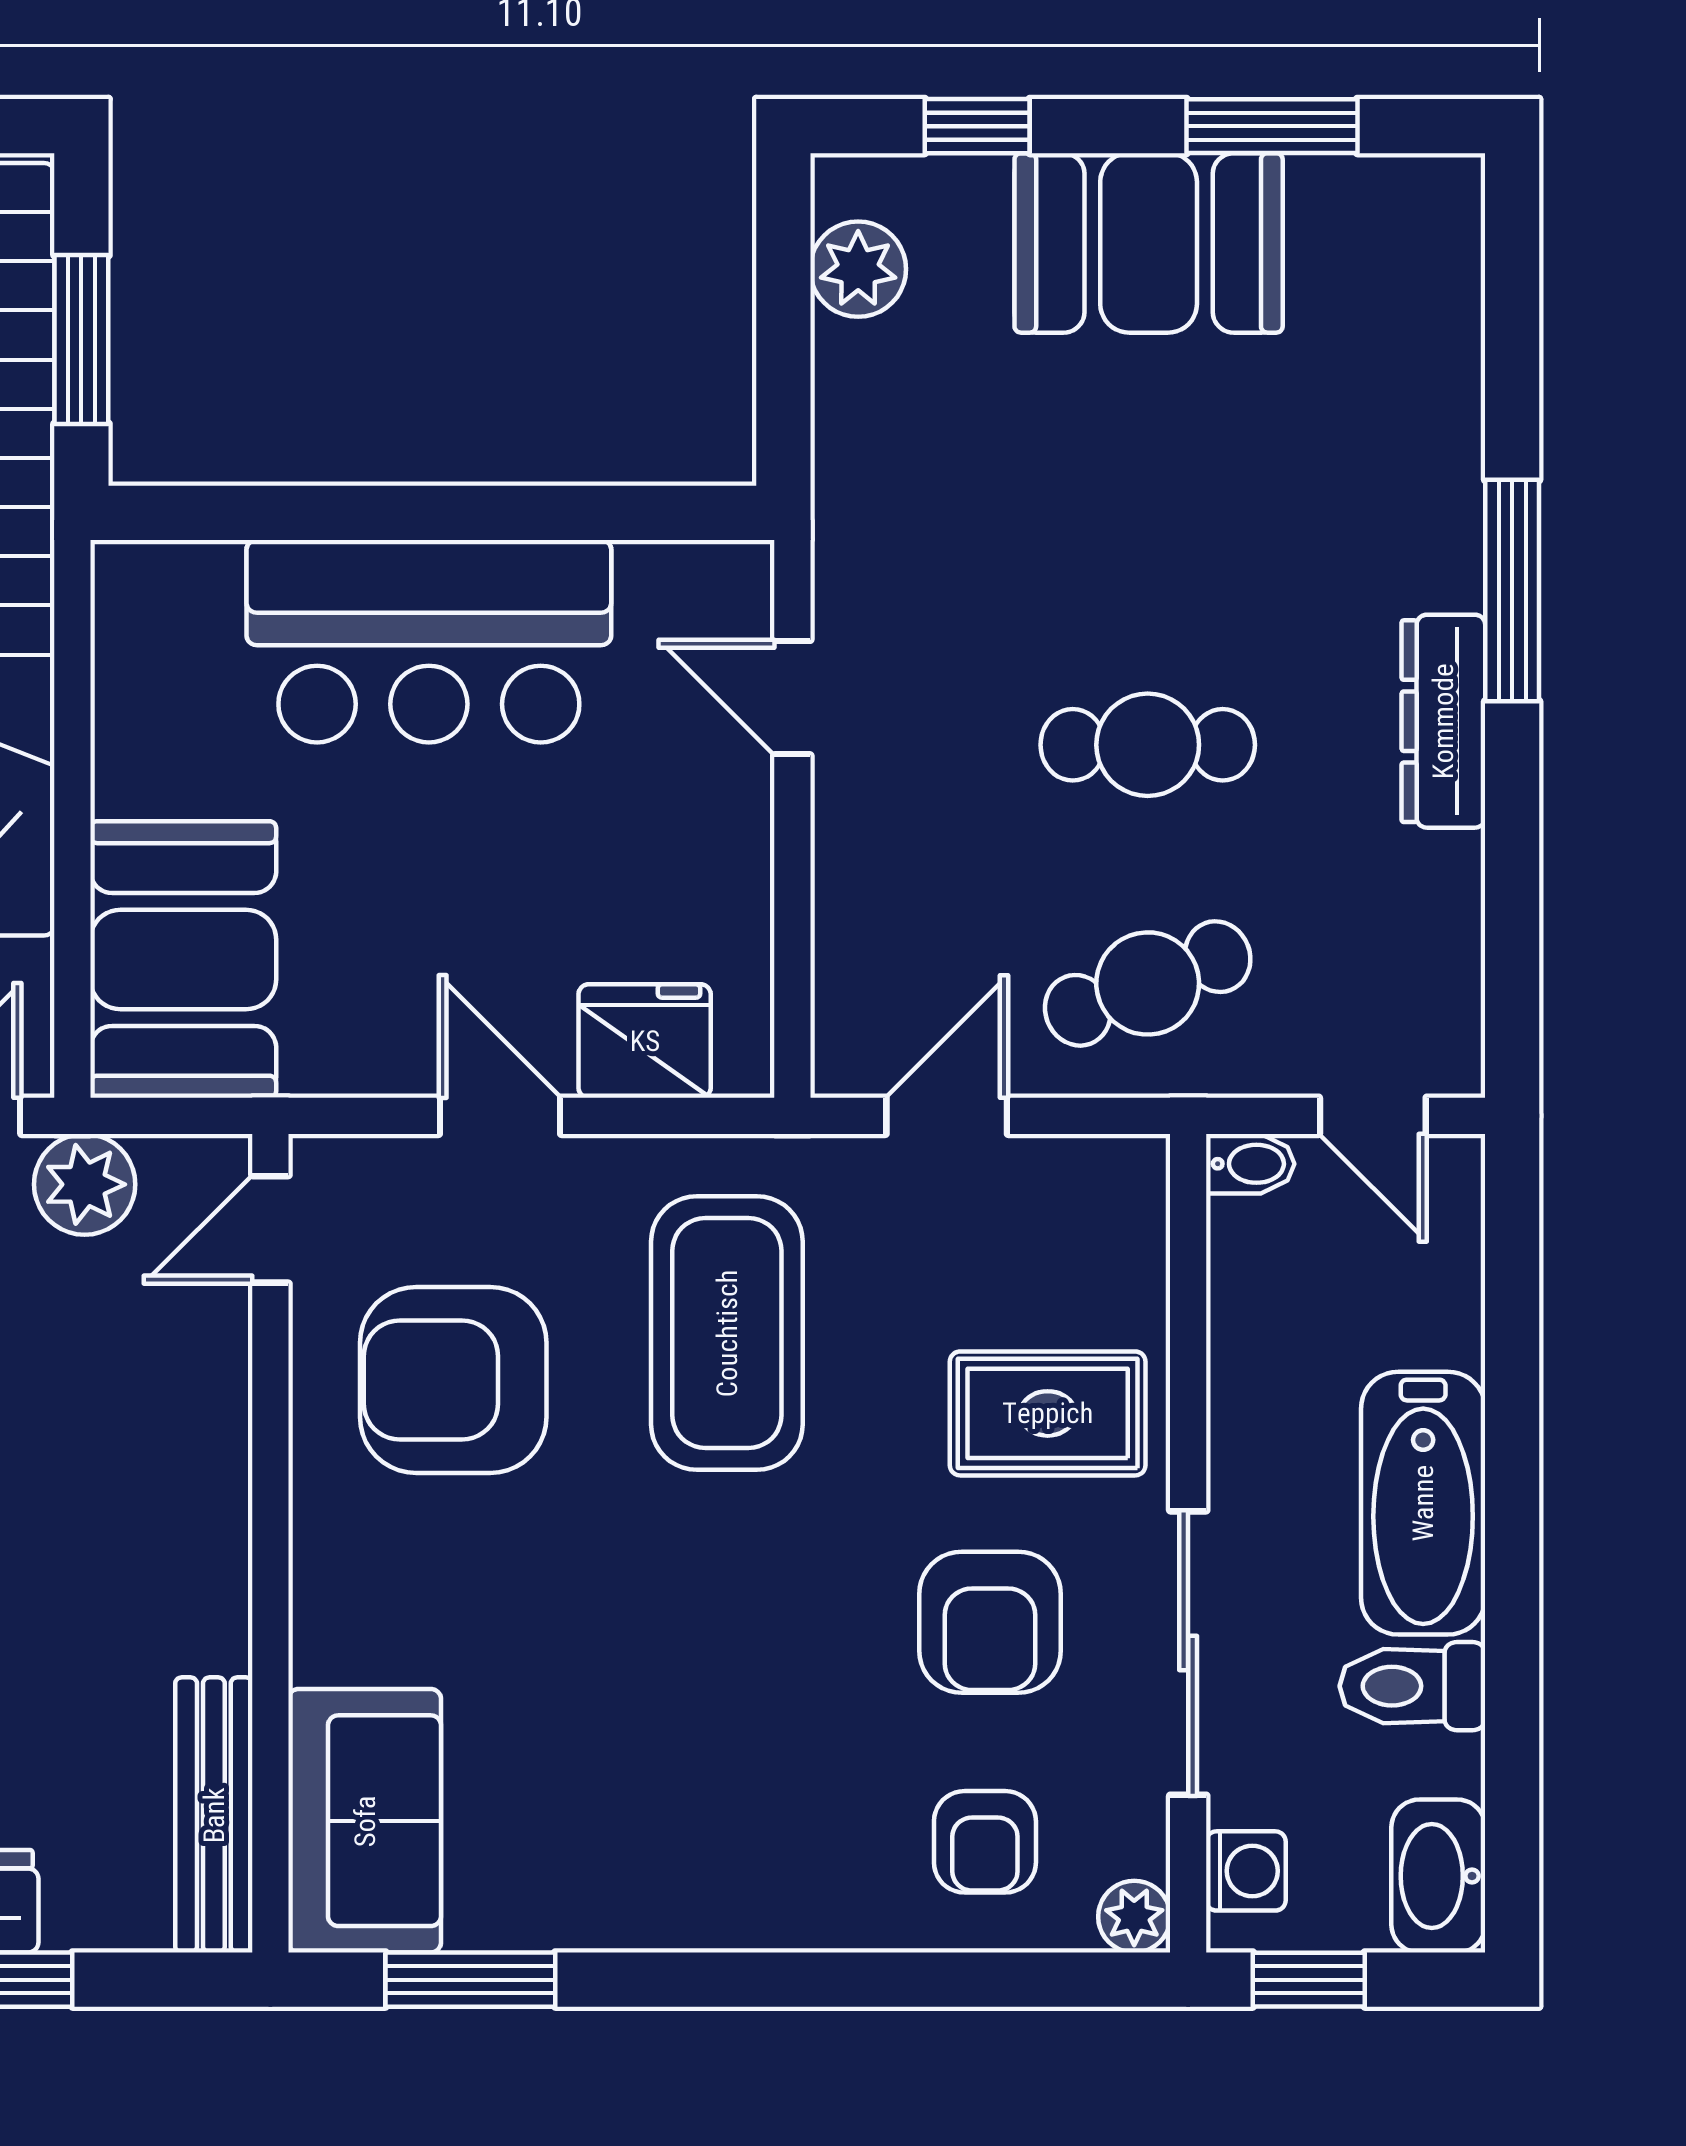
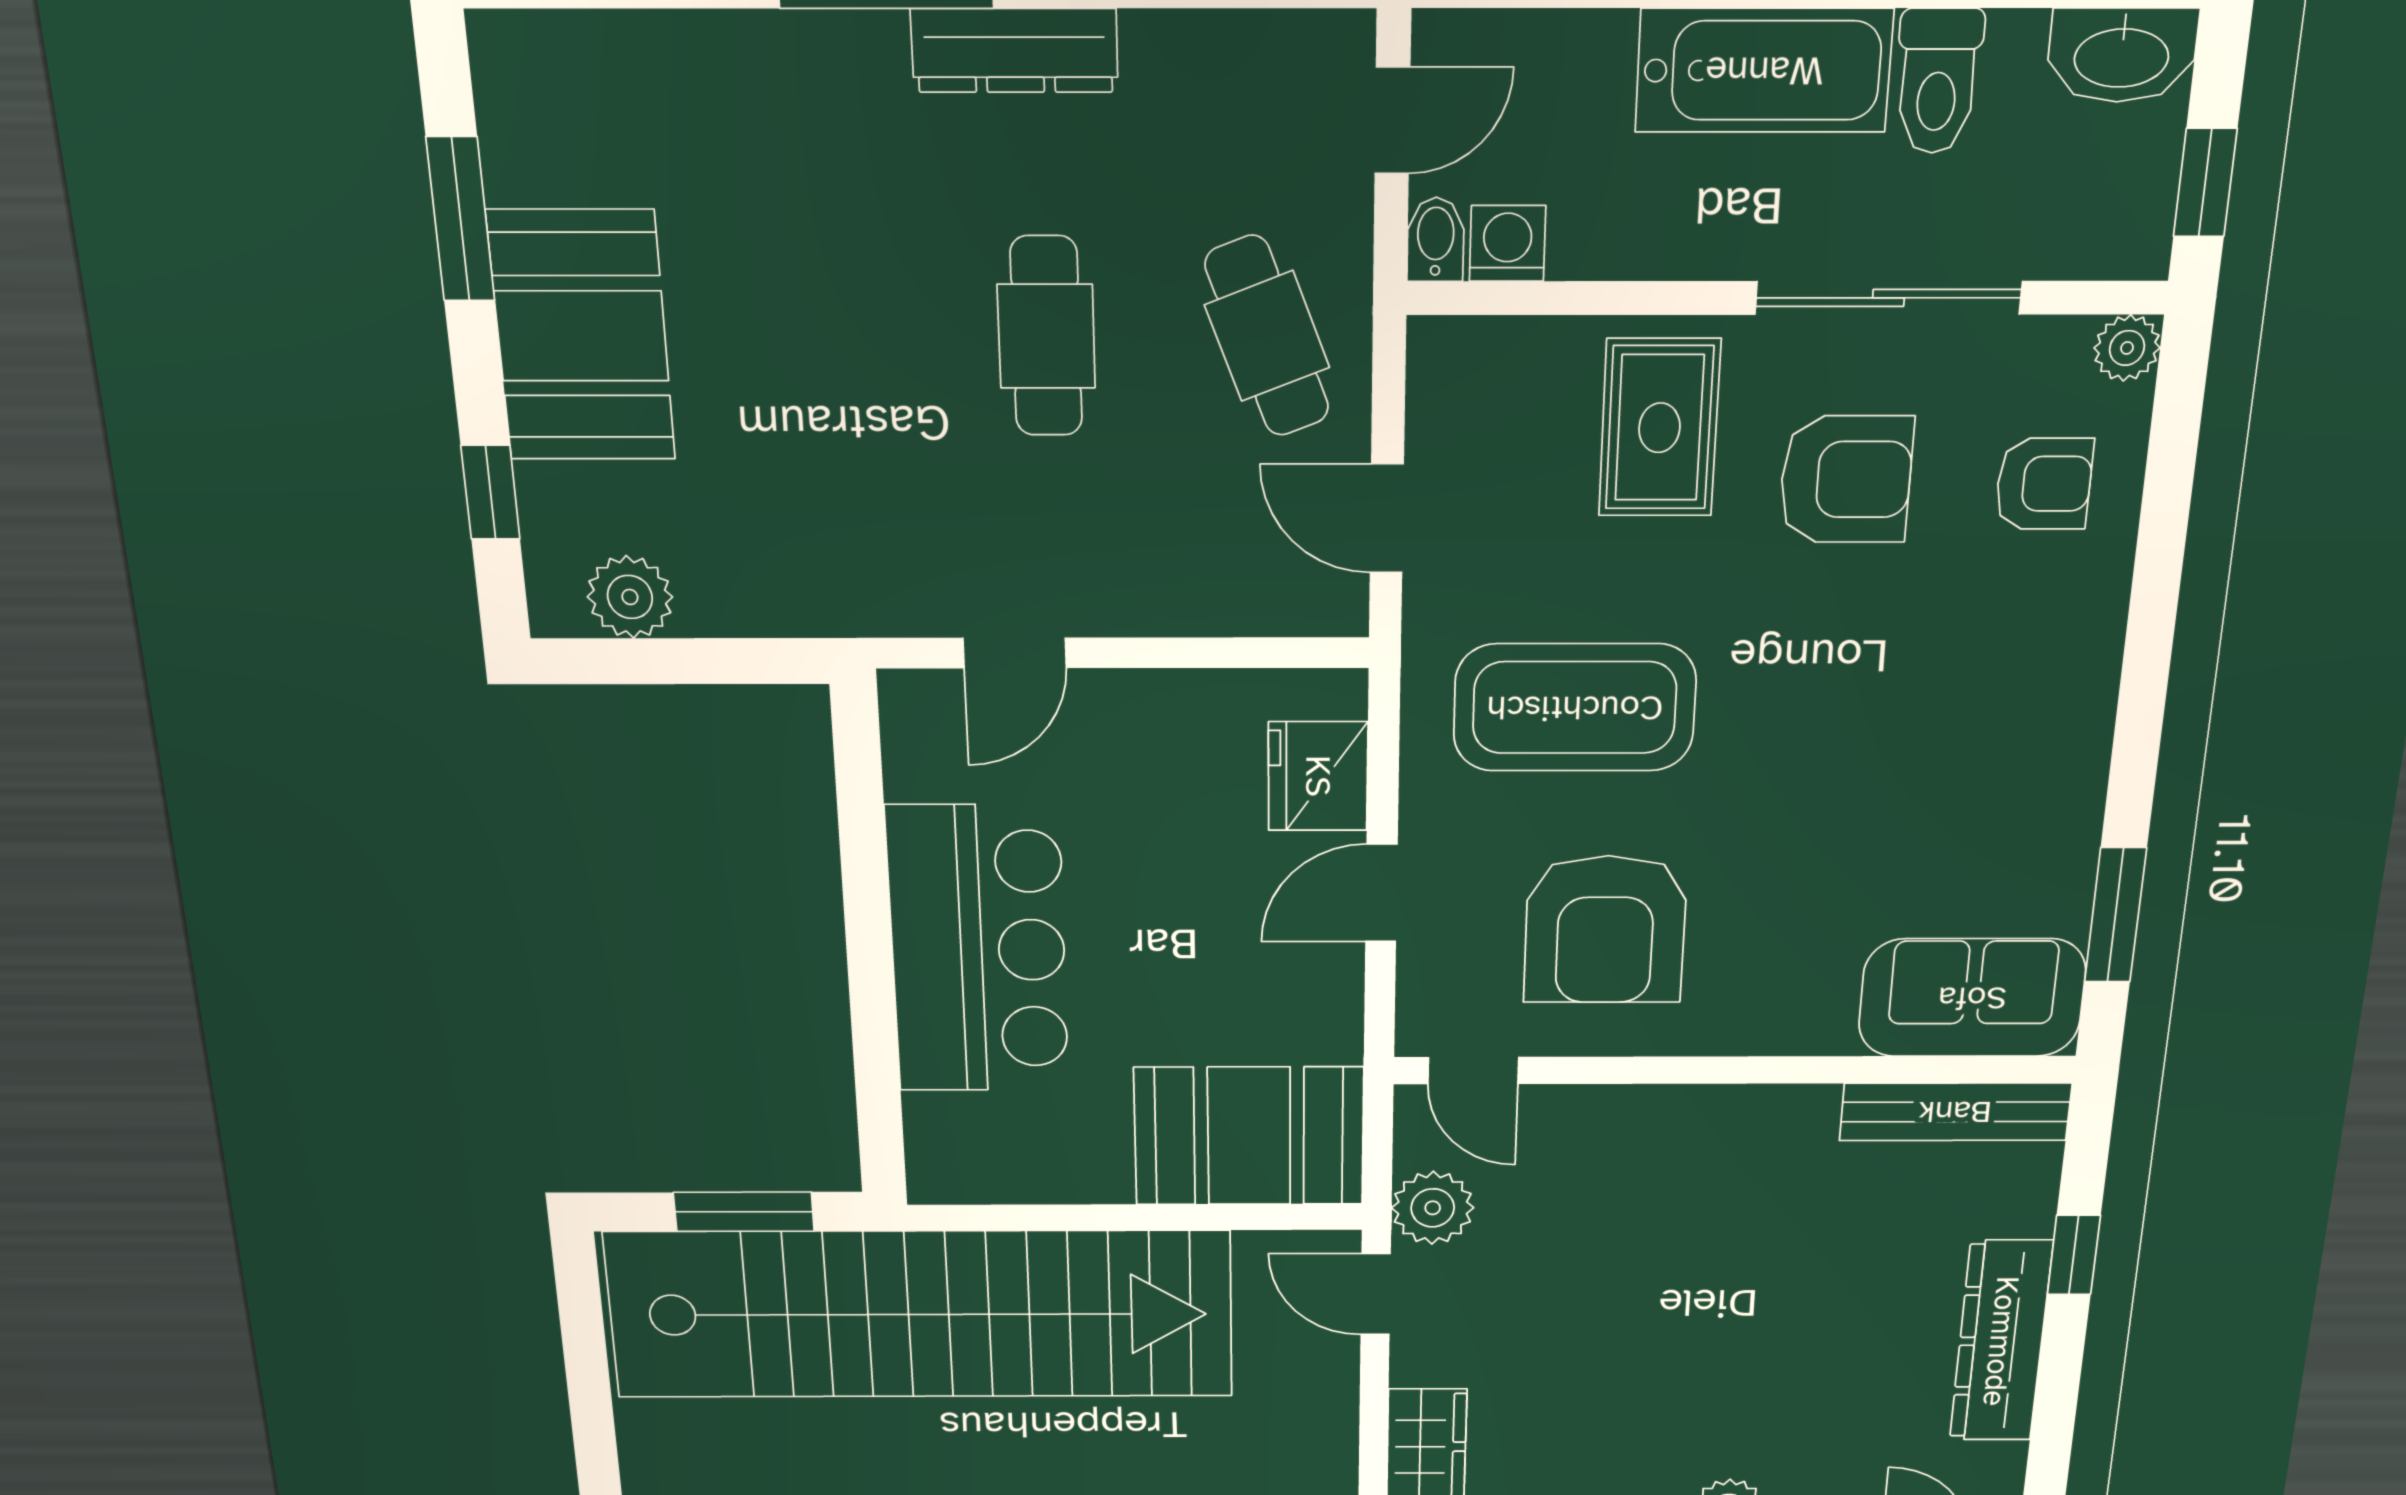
washing machine: (1246, 1871) -> (1507, 244), moved

